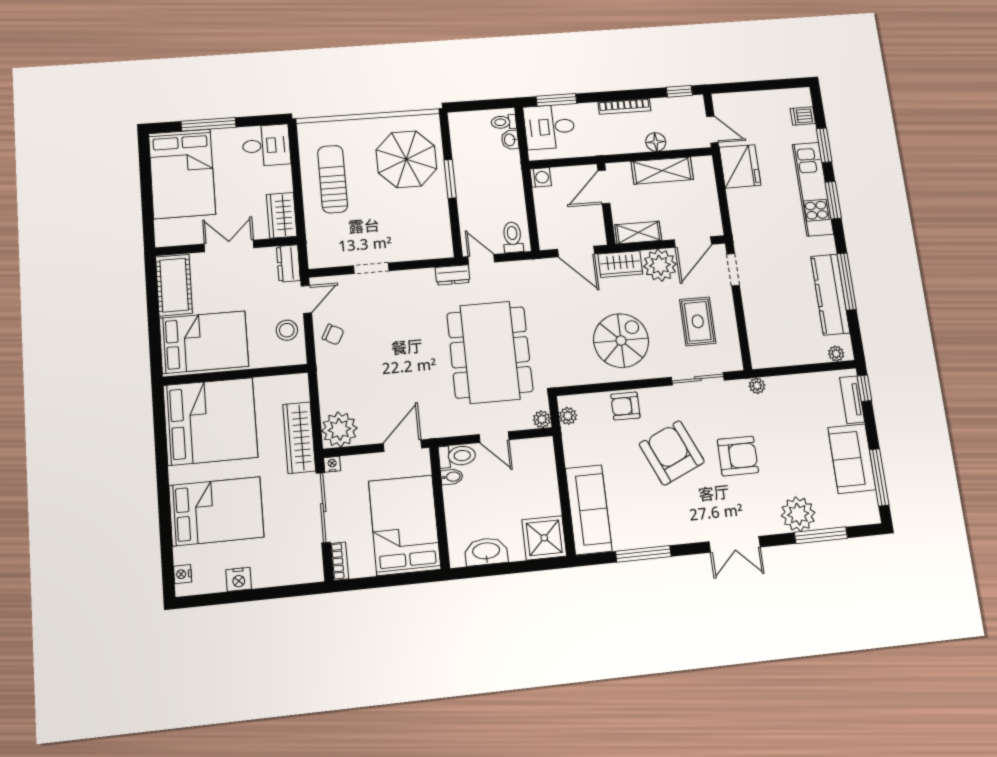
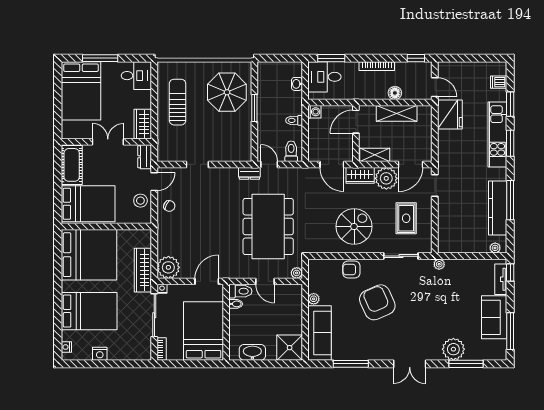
toilet: (504, 122) -> (294, 120), moved
plant: (568, 416) -> (314, 299), moved
armchair: (738, 456) -> (420, 308), removed

